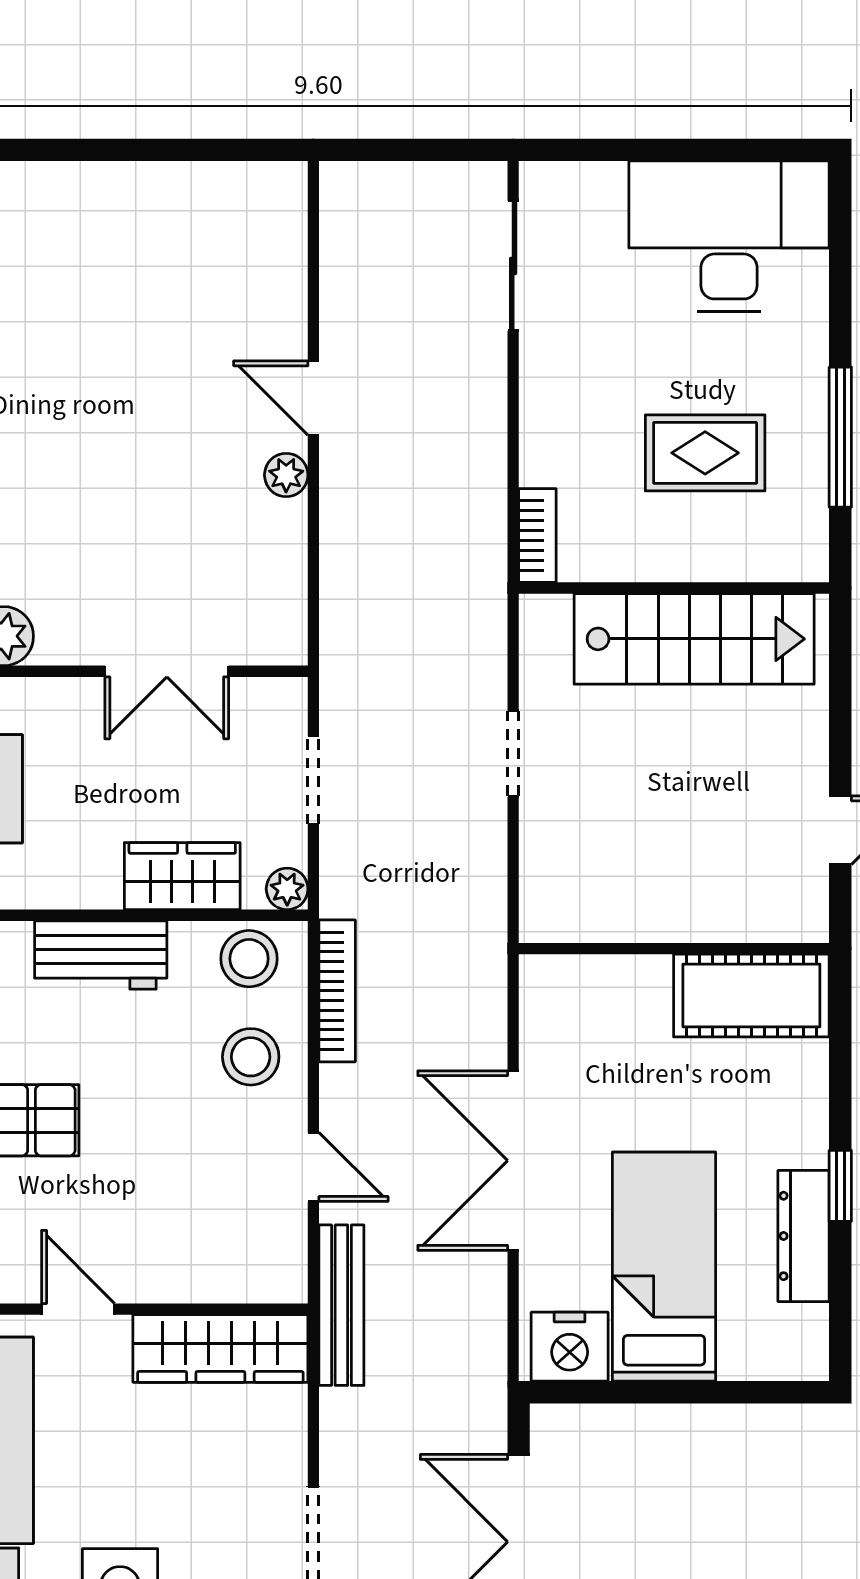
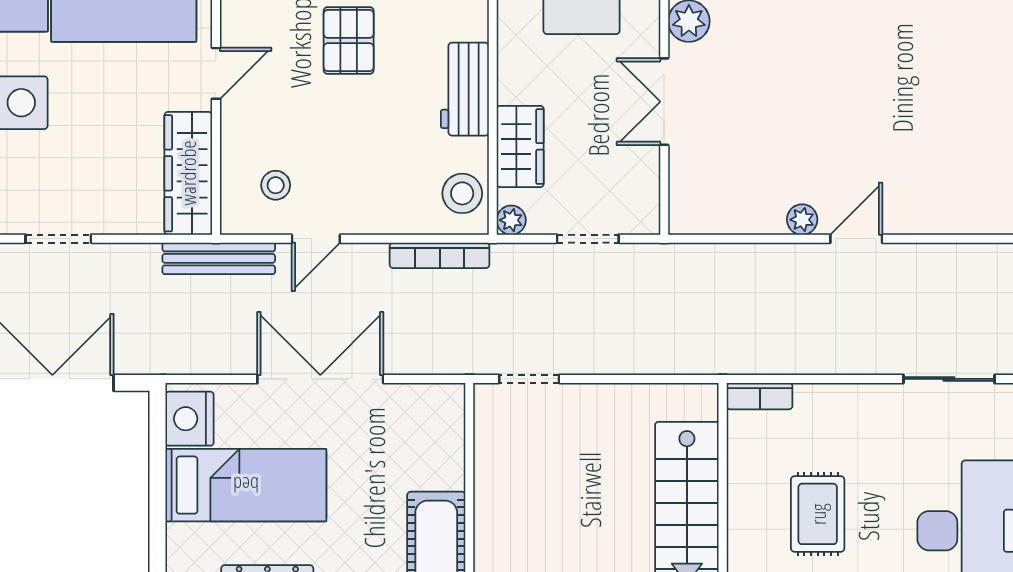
double door: (167, 671) -> (664, 102), moved
doorway: (513, 754) -> (529, 379), moved
stool: (251, 1057) -> (276, 185), moved, width x0.73, depth x0.73

